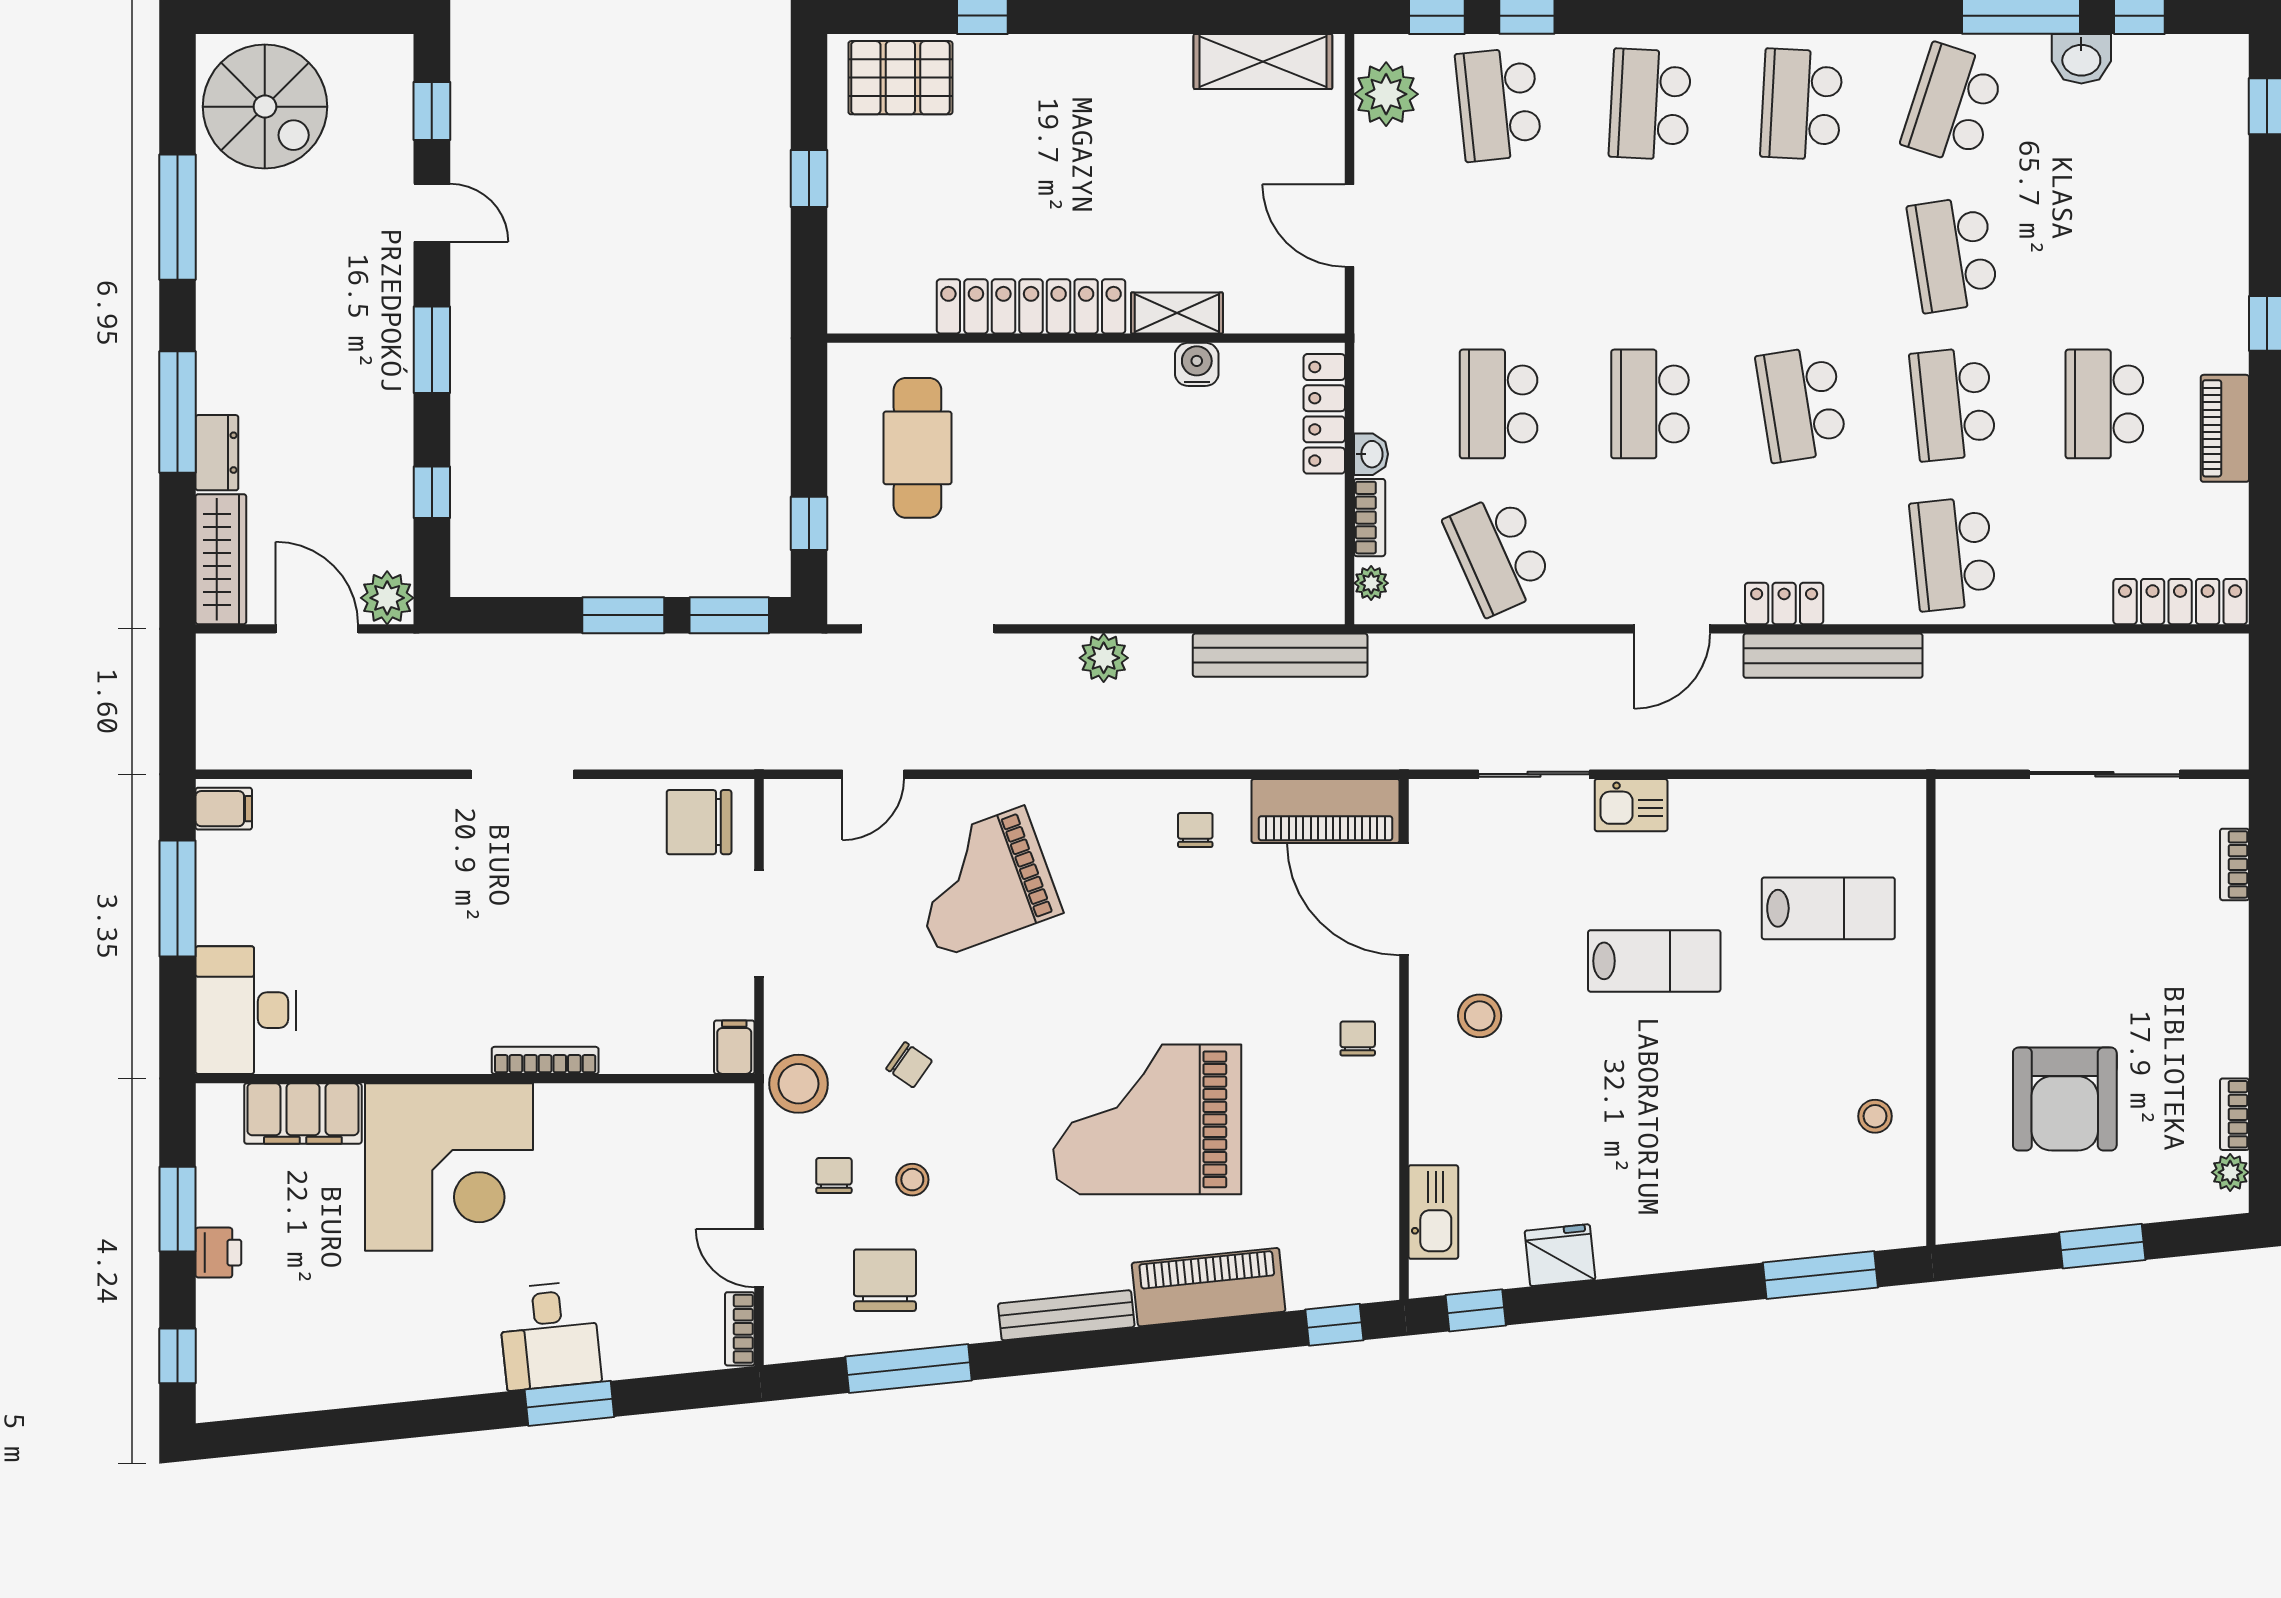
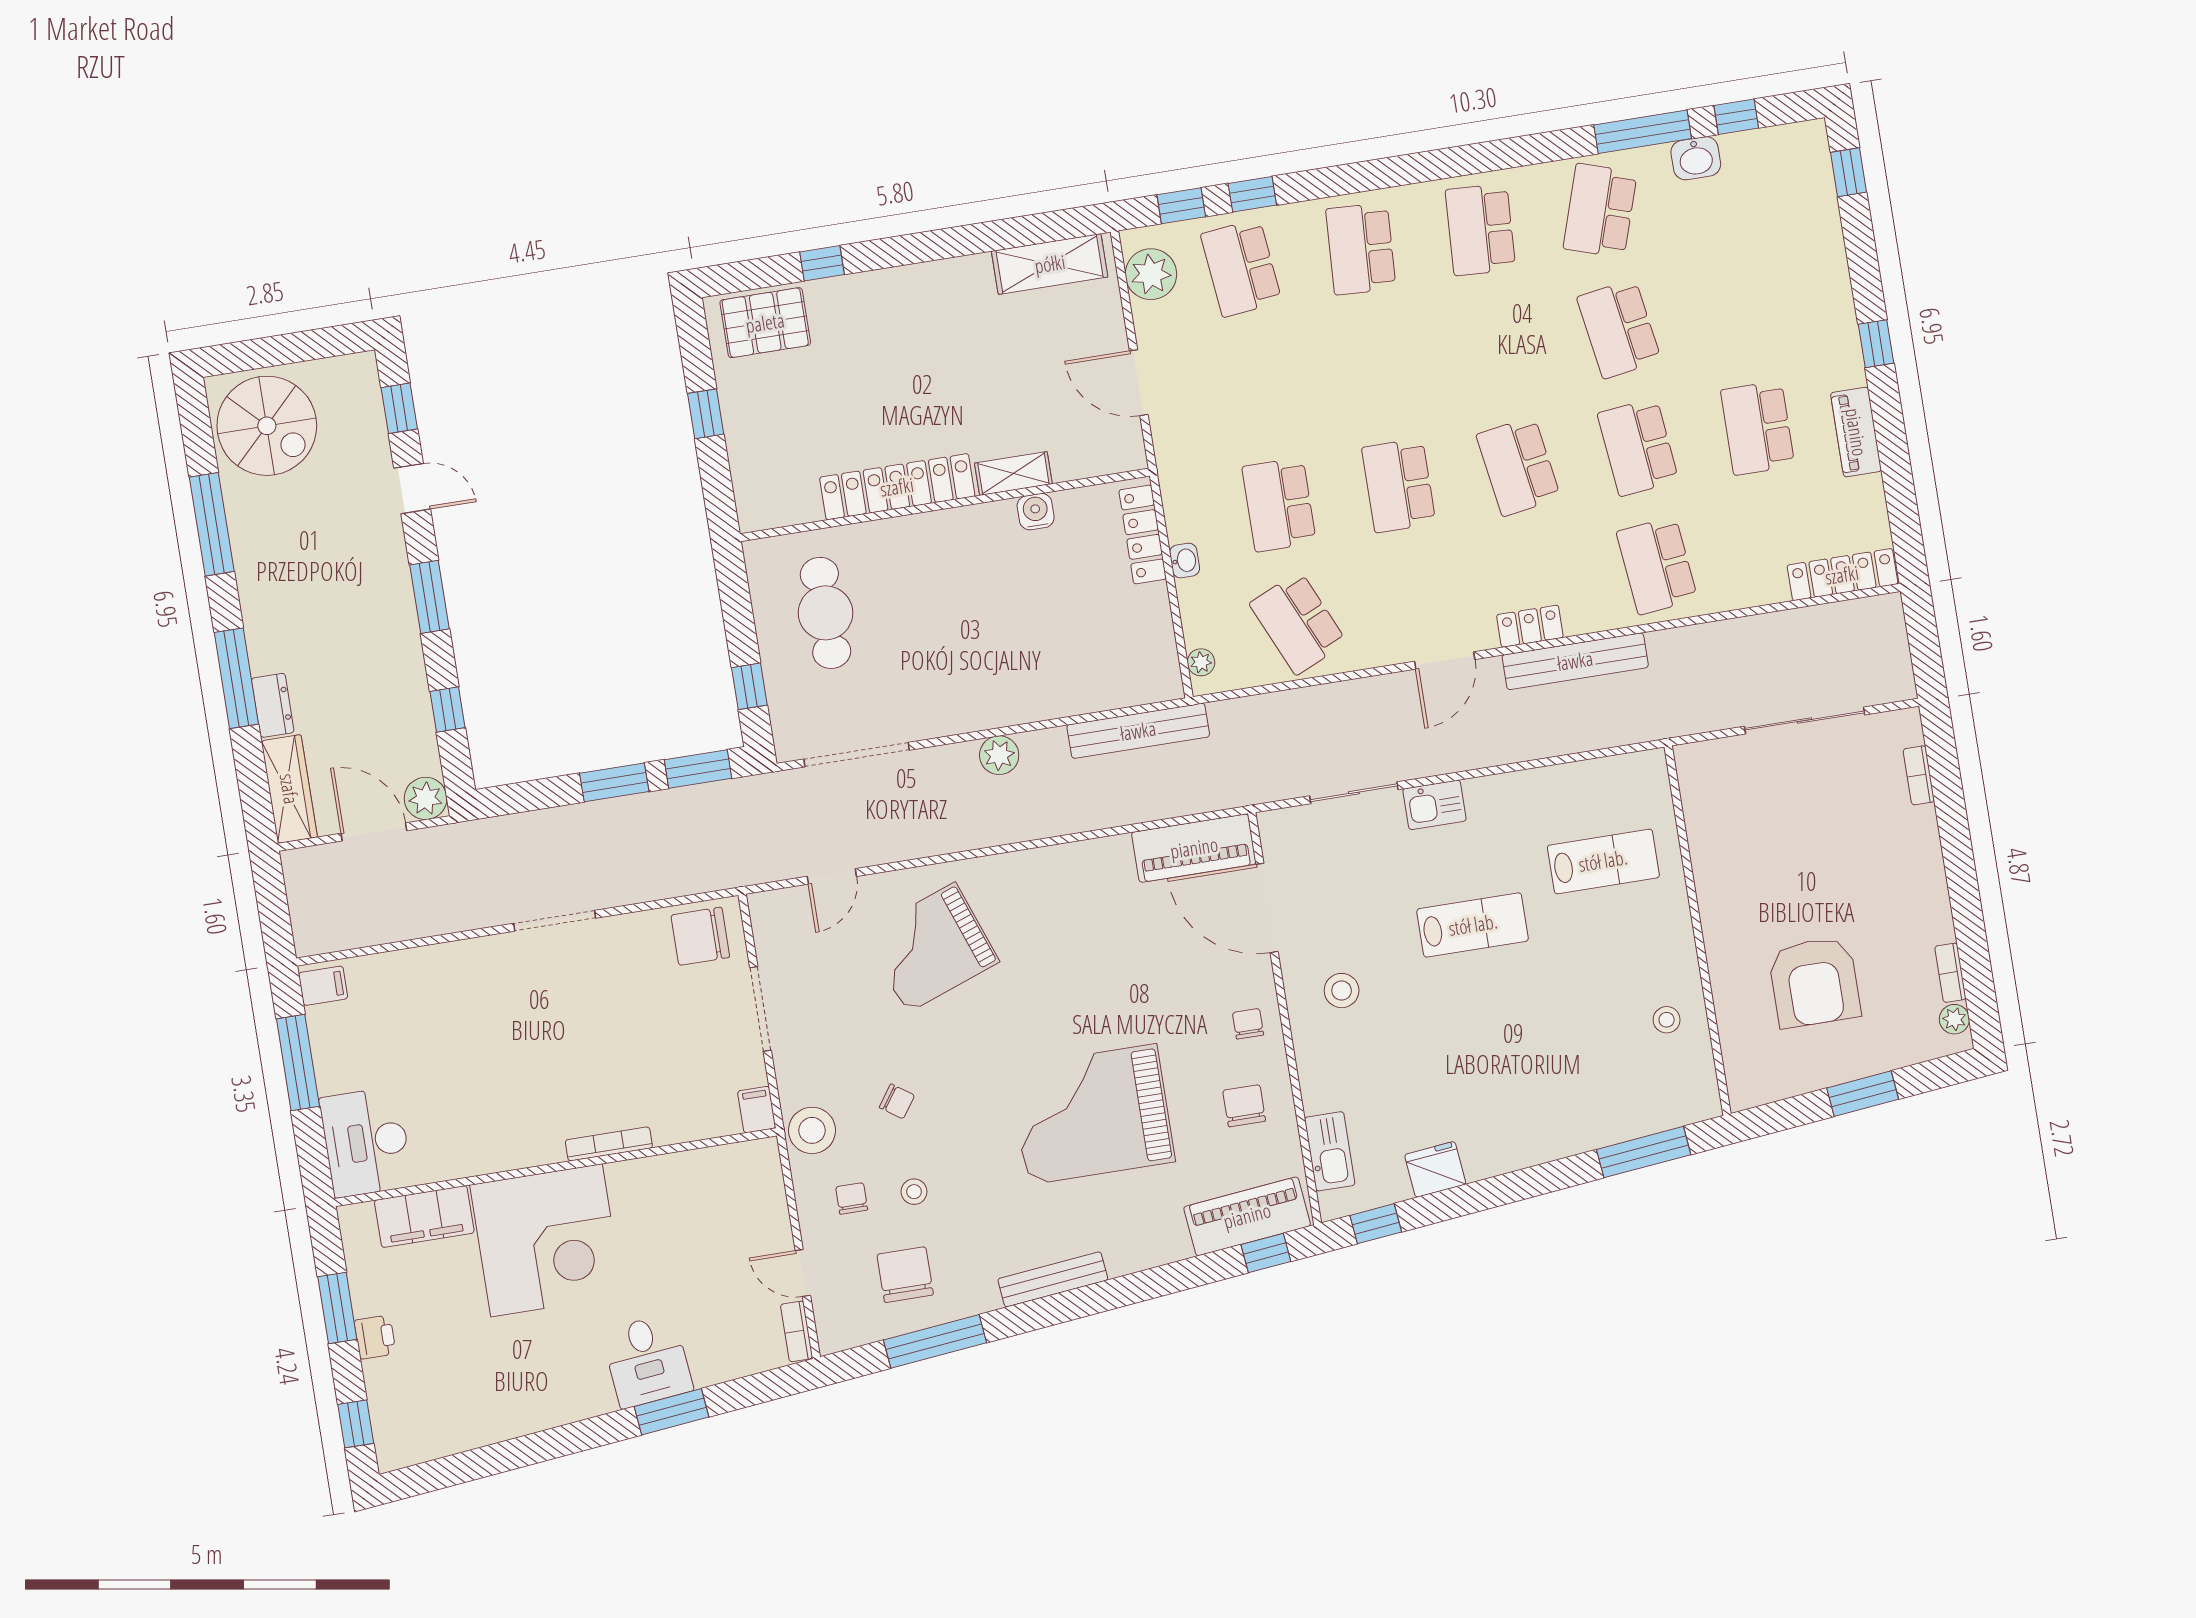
bookcase: (1370, 518) -> (1191, 611), removed
chair: (1195, 830) -> (1244, 1106), moved, width x1.37, depth x1.37
piano: (1209, 1287) -> (1247, 1216), moved

